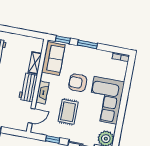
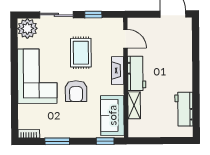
window: (87, 44) -> (57, 141), moved
armchair: (78, 83) -> (76, 91), turned 90
door: (31, 116) -> (125, 39), swing flipped

